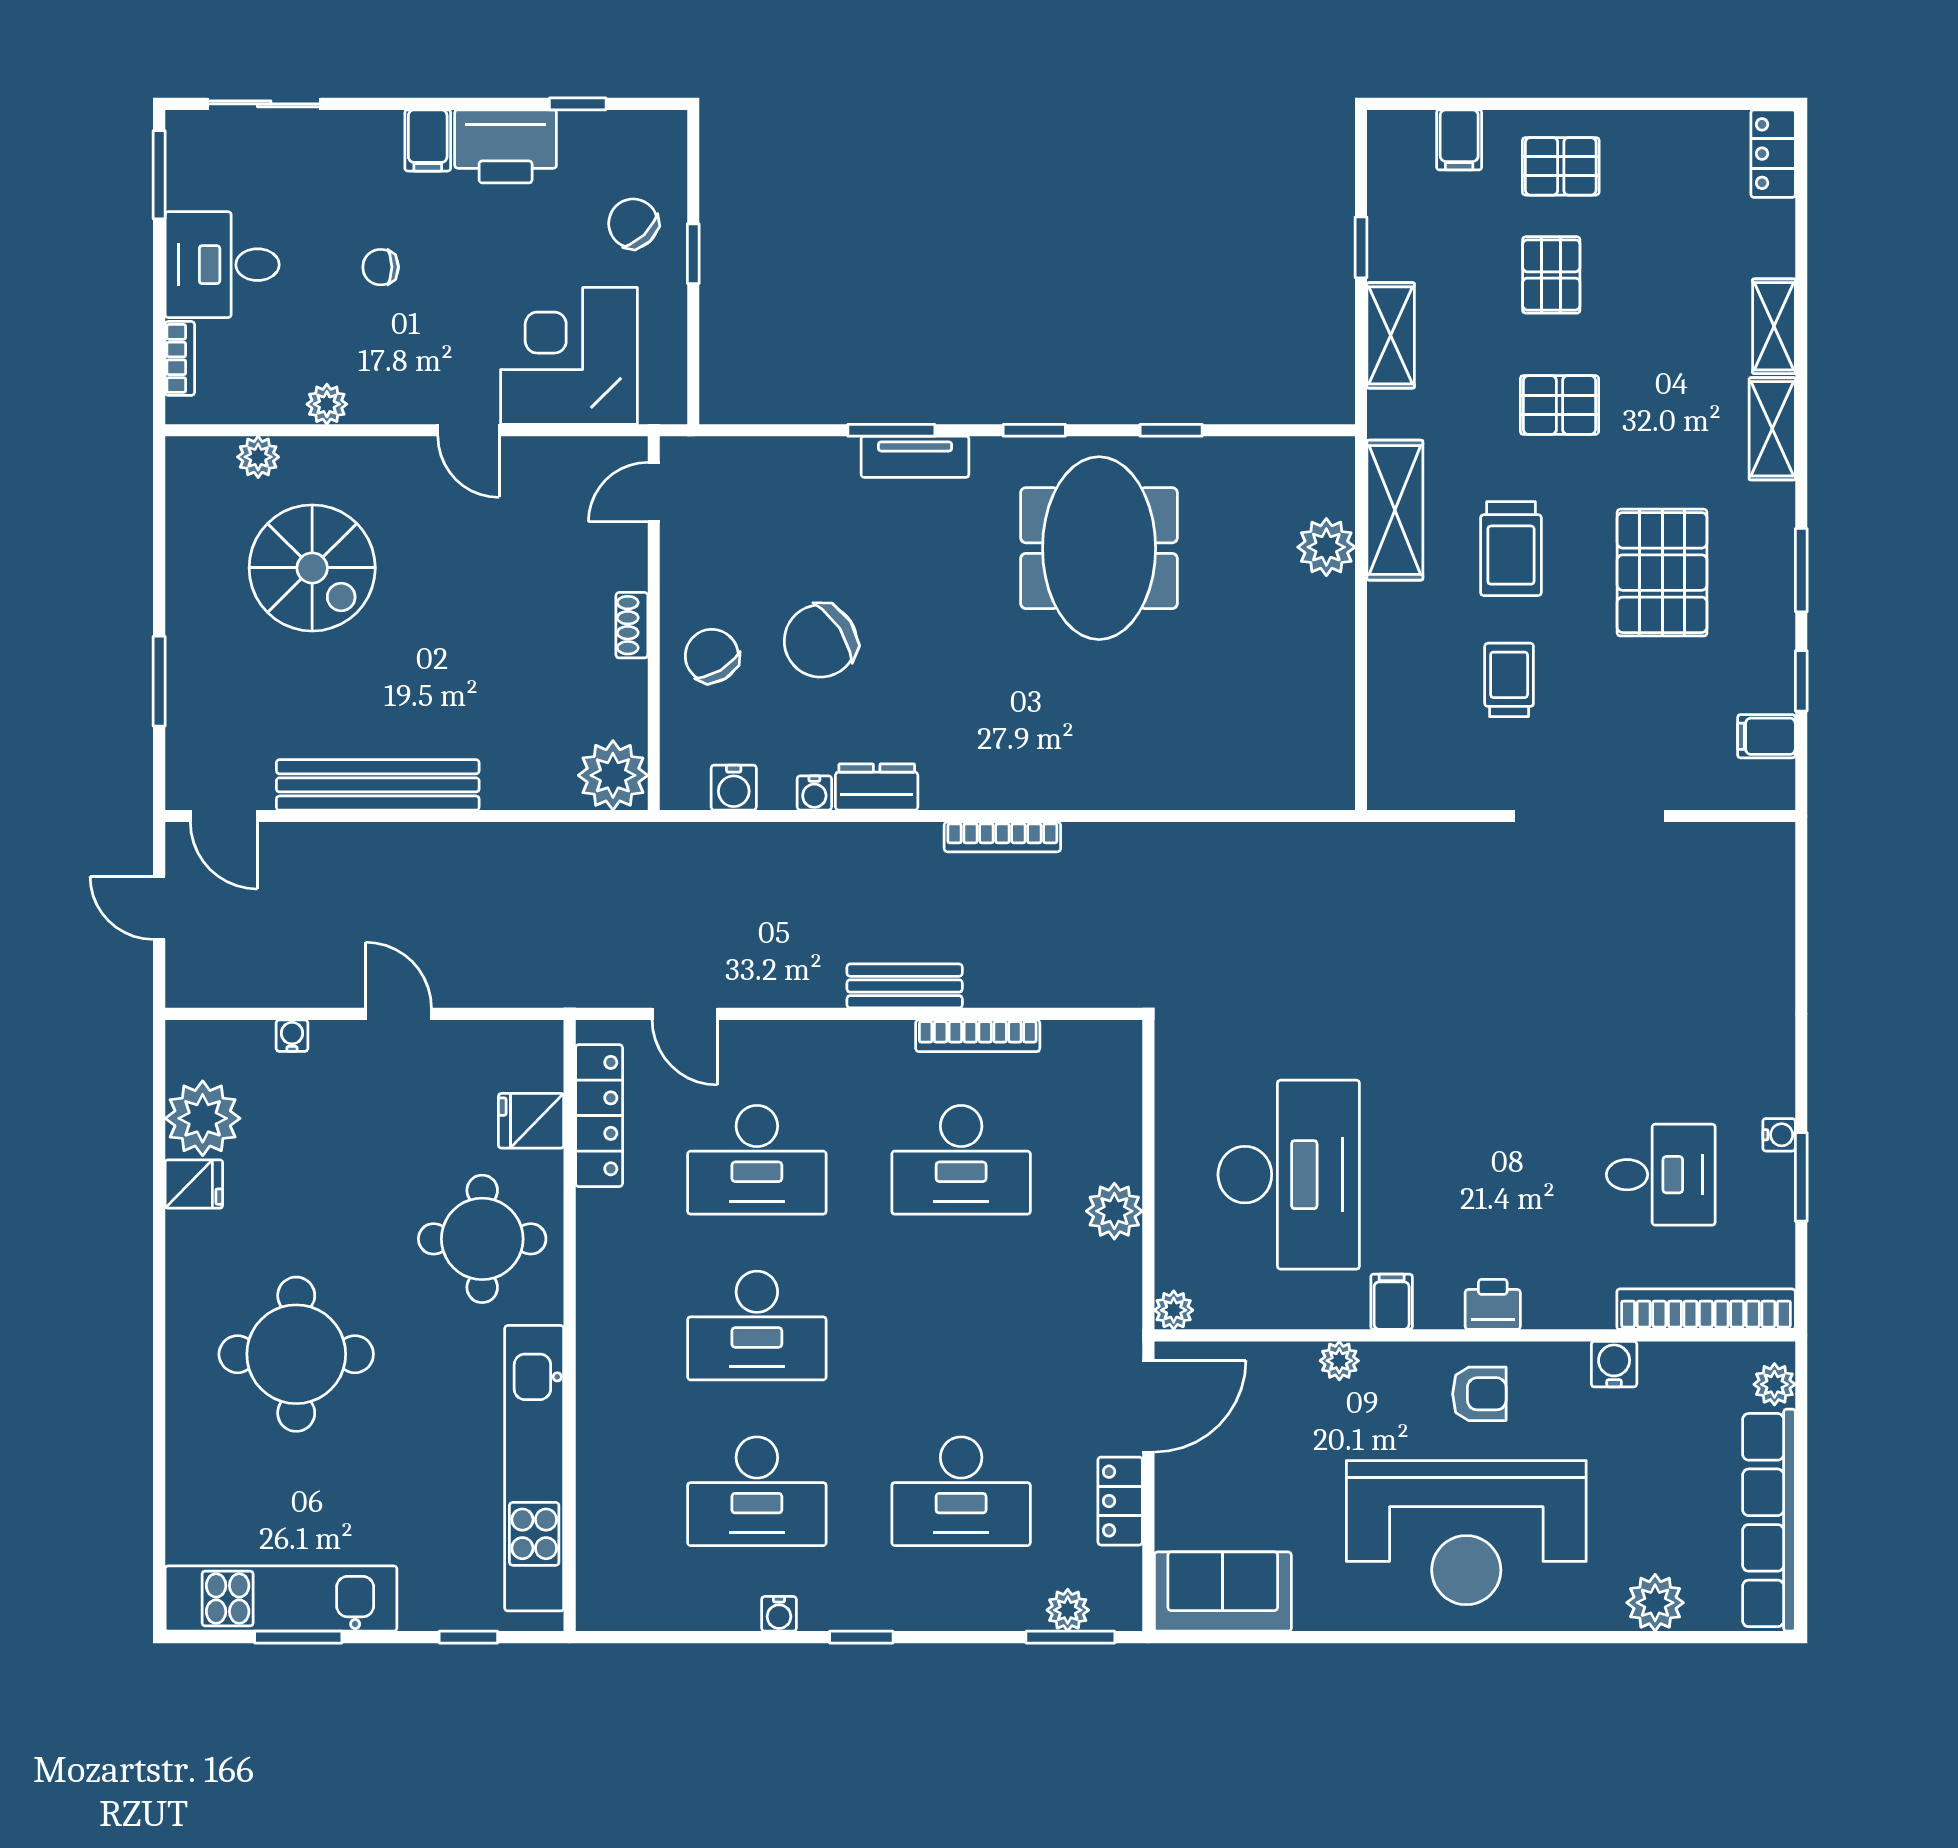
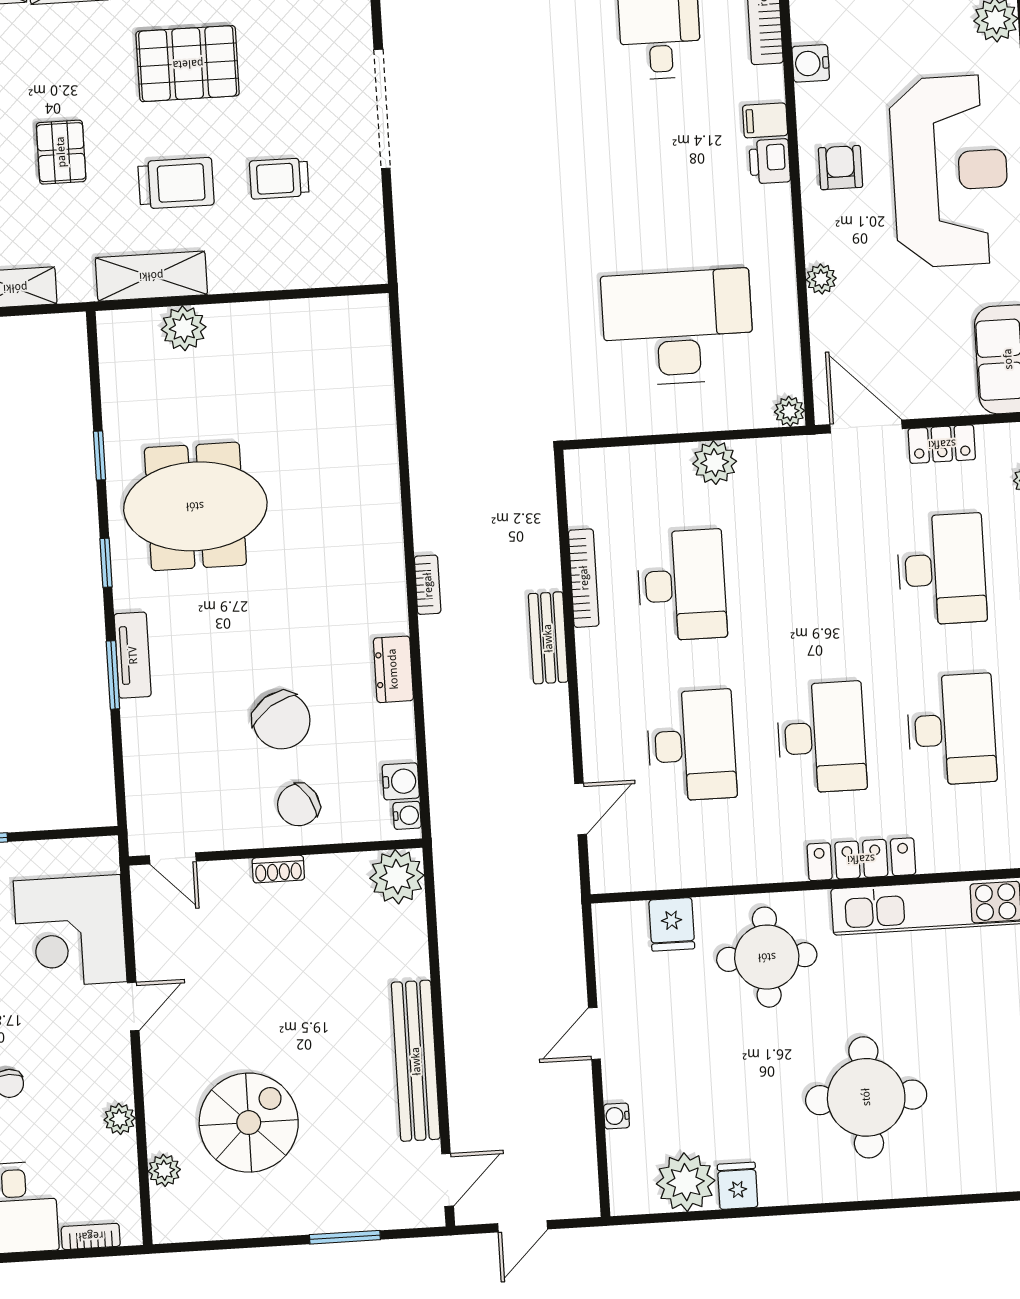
water cooler: (814, 793) -> (407, 815), moved
bookcase: (1002, 837) -> (428, 585), width x0.64
locker: (599, 1116) -> (861, 859), moved
filing cabinet: (1392, 1302) -> (765, 120), moved

